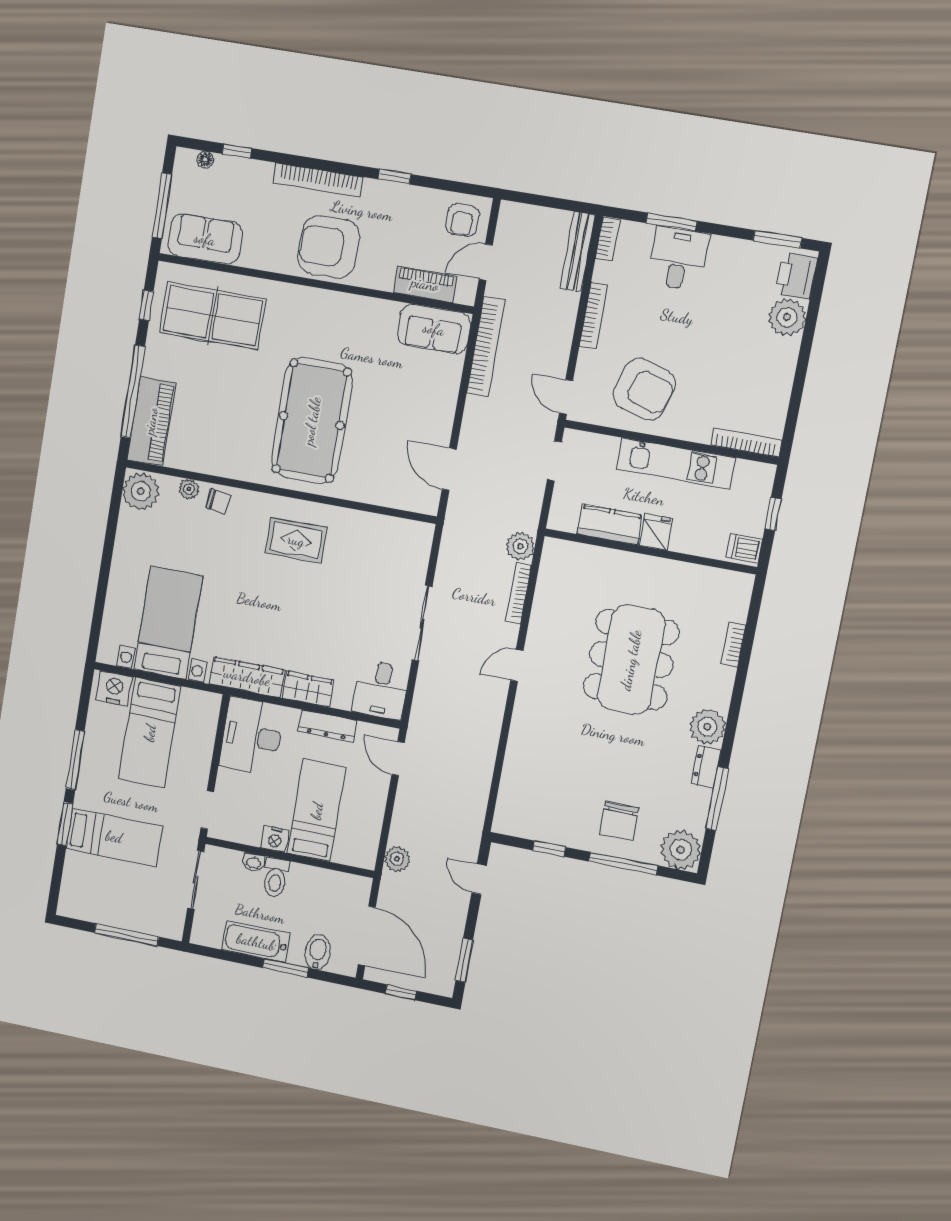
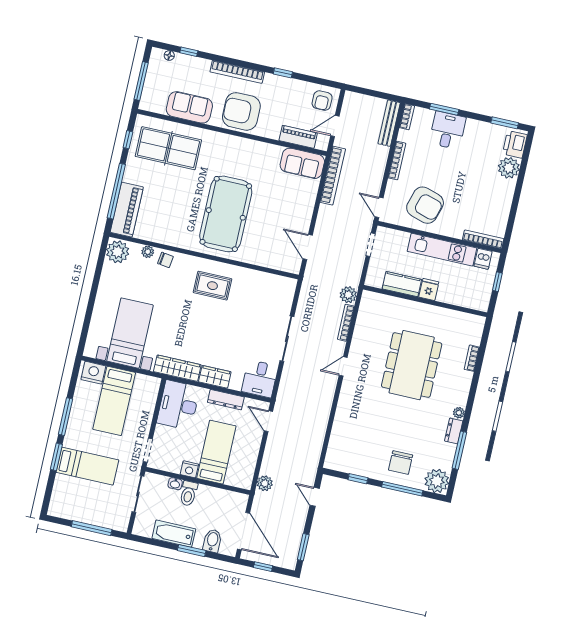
sofa: (205, 239) -> (189, 107), moved
dishwasher: (744, 549) -> (483, 259), moved, turned -90
plant: (707, 727) -> (459, 413), width x0.53, depth x0.53

